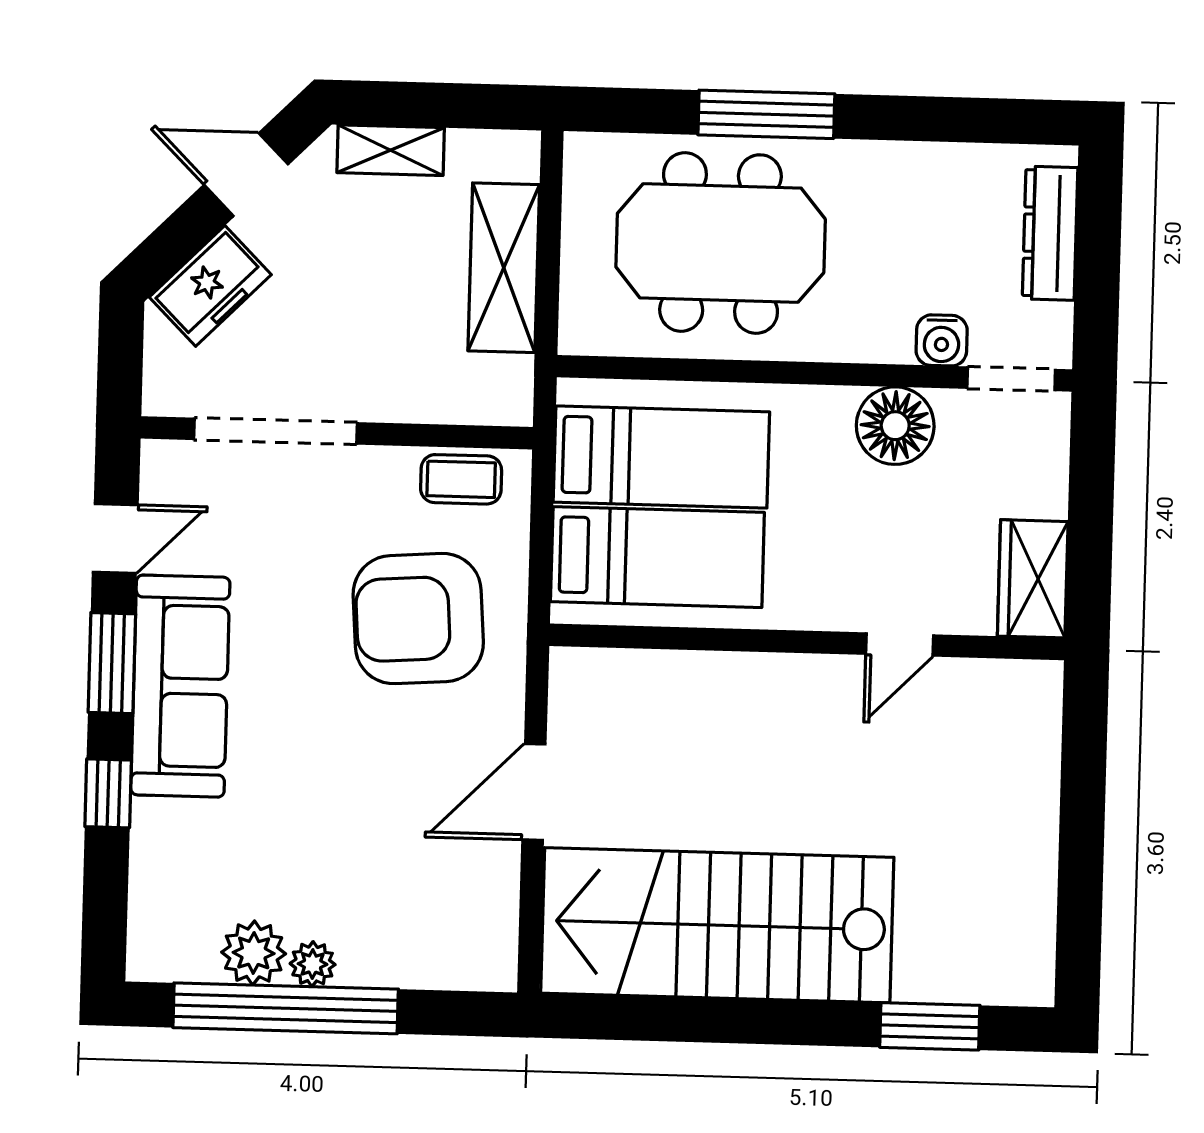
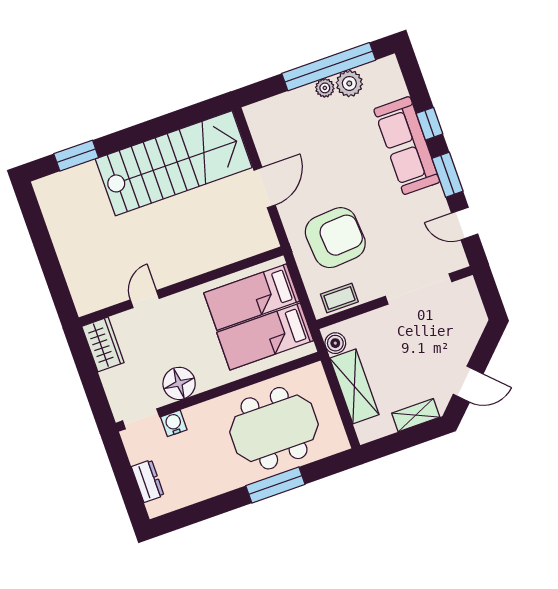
dresser: (1050, 233) -> (148, 481), width x0.70
freezer: (210, 286) -> (465, 336), removed
boiler: (509, 381) -> (335, 343), added
door: (115, 538) -> (465, 224), hinge flipped
sofa: (180, 686) -> (407, 146), moved

